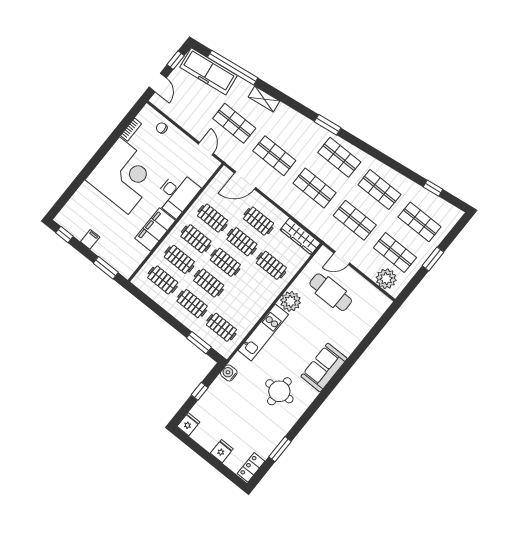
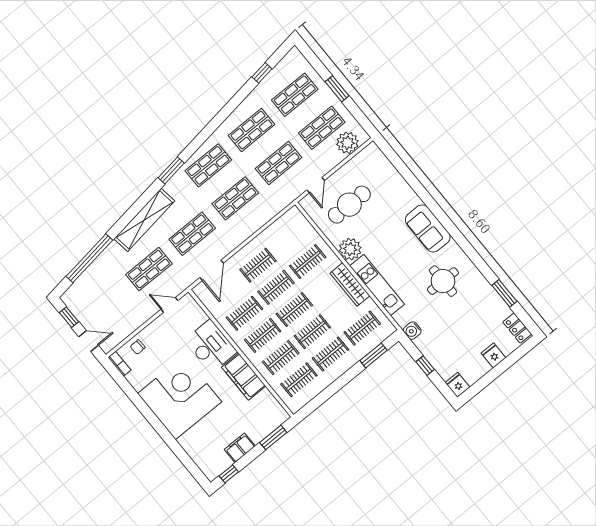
freezer: (208, 71) -> (88, 285), removed
shelving: (264, 99) -> (144, 220), width x2.20, depth x1.33
bookcase: (131, 130) -> (119, 364), moved
wardrobe: (300, 236) -> (350, 284), moved, turned 90
filing cabinet: (90, 239) -> (240, 448), width x2.00

